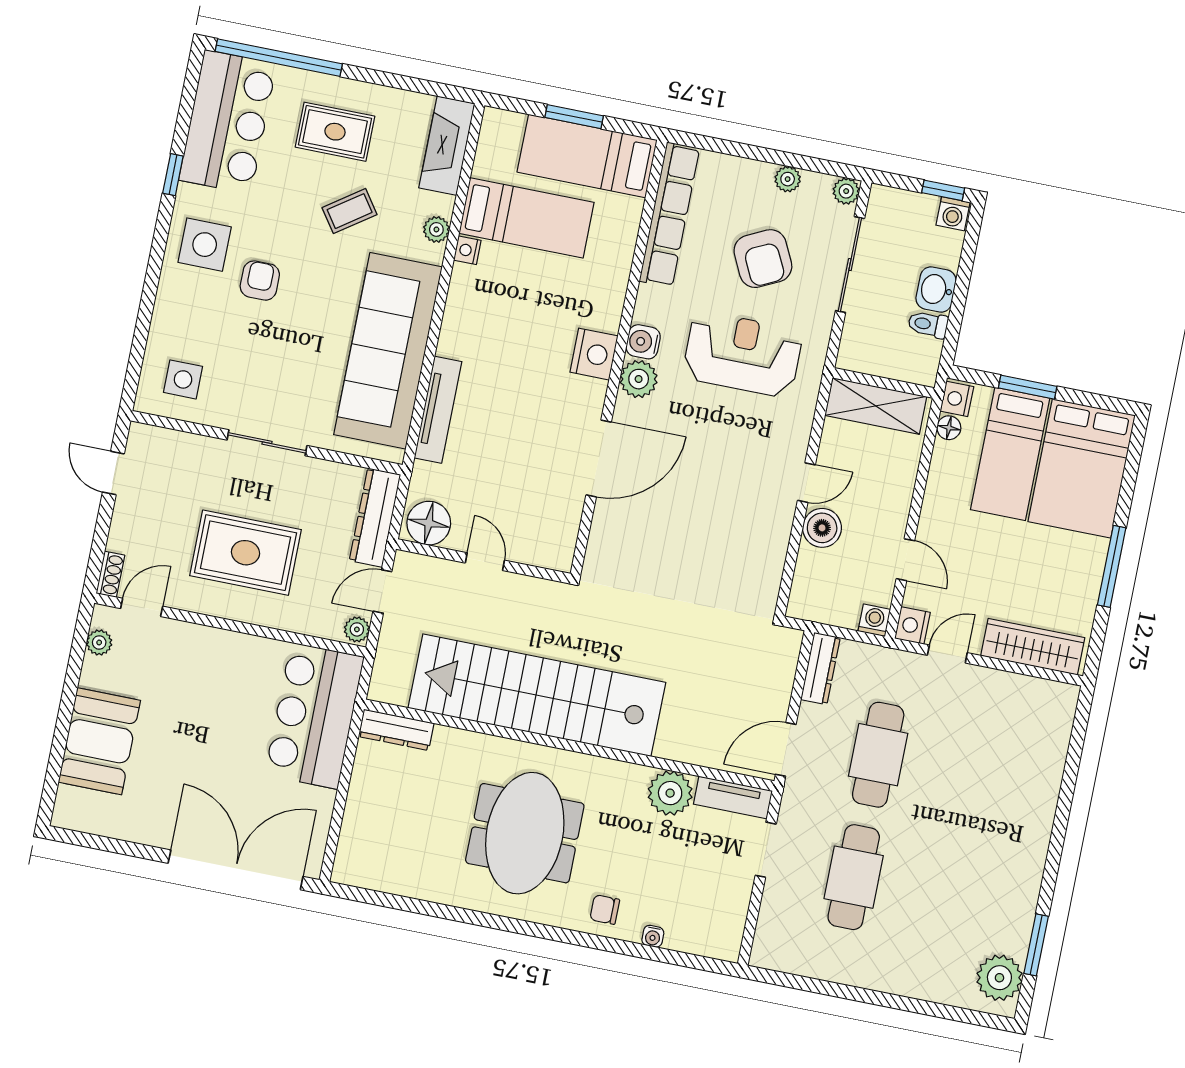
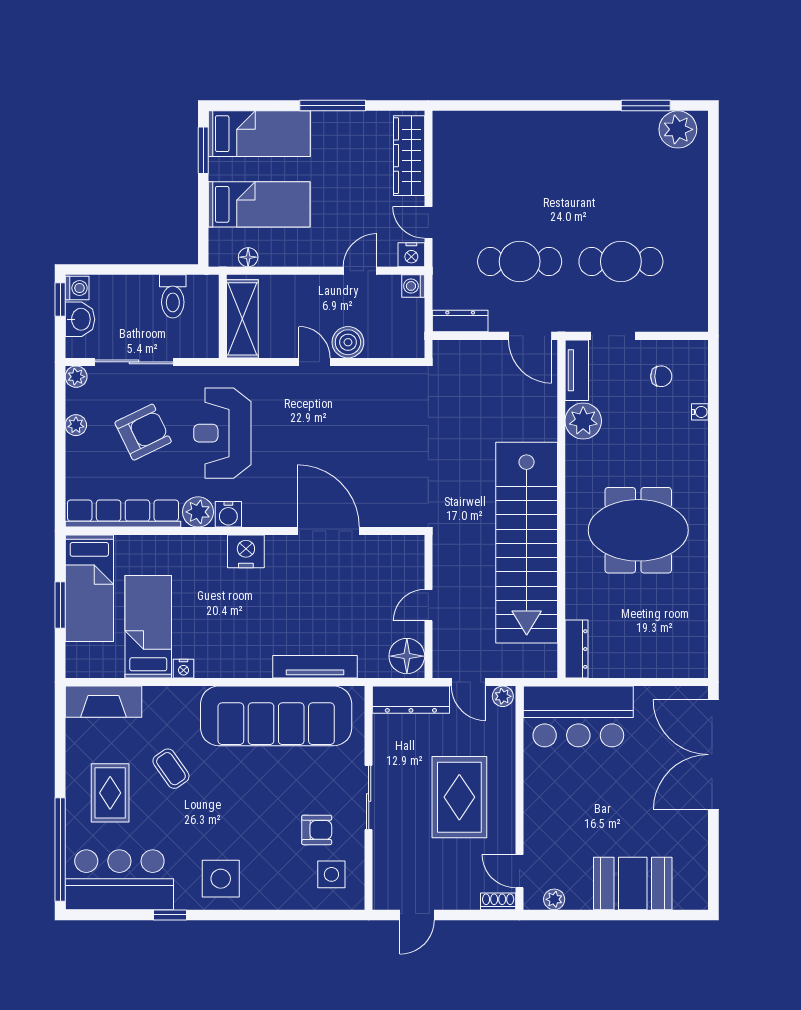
plant: (436, 229) -> (172, 697), removed
armchair: (260, 281) -> (317, 830), moved, turned 180
washbasin: (936, 290) -> (80, 319), moved, turned -90
toilet: (928, 324) -> (173, 296), width x1.37, depth x1.39
plant: (639, 379) -> (198, 512), moved
window: (1028, 387) -> (203, 150), moved
nightstand: (957, 399) -> (224, 255), removed
bed: (1082, 468) -> (259, 134), width x0.67
chair: (605, 910) -> (661, 376), moved, turned -90

